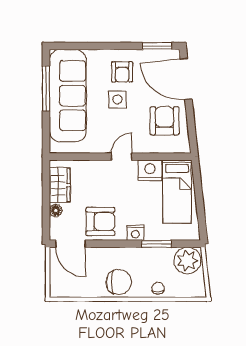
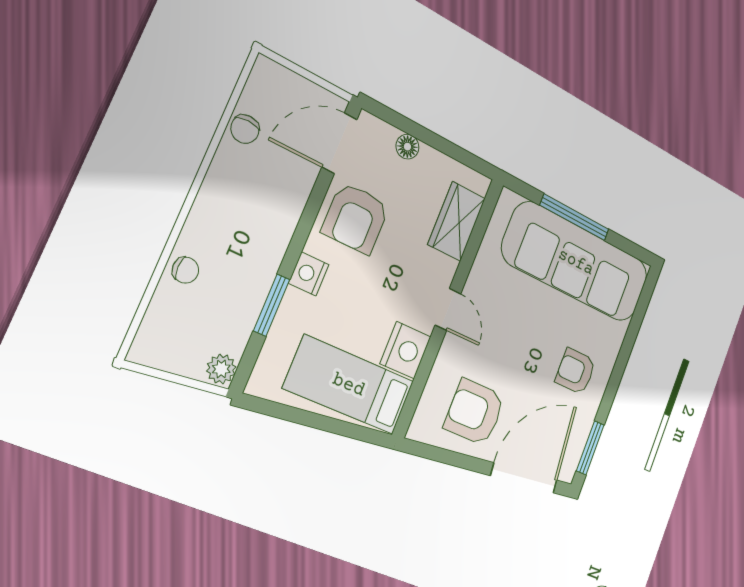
window: (46, 89) -> (575, 217), moved
side table: (117, 99) -> (539, 344), removed
armchair: (165, 121) -> (475, 412), turned 180
wardrobe: (60, 185) -> (457, 221), moved, turned 90
plant: (187, 261) -> (221, 369), width x0.53, depth x0.53
chair: (119, 282) -> (245, 129), moved, width x0.54, depth x0.54

